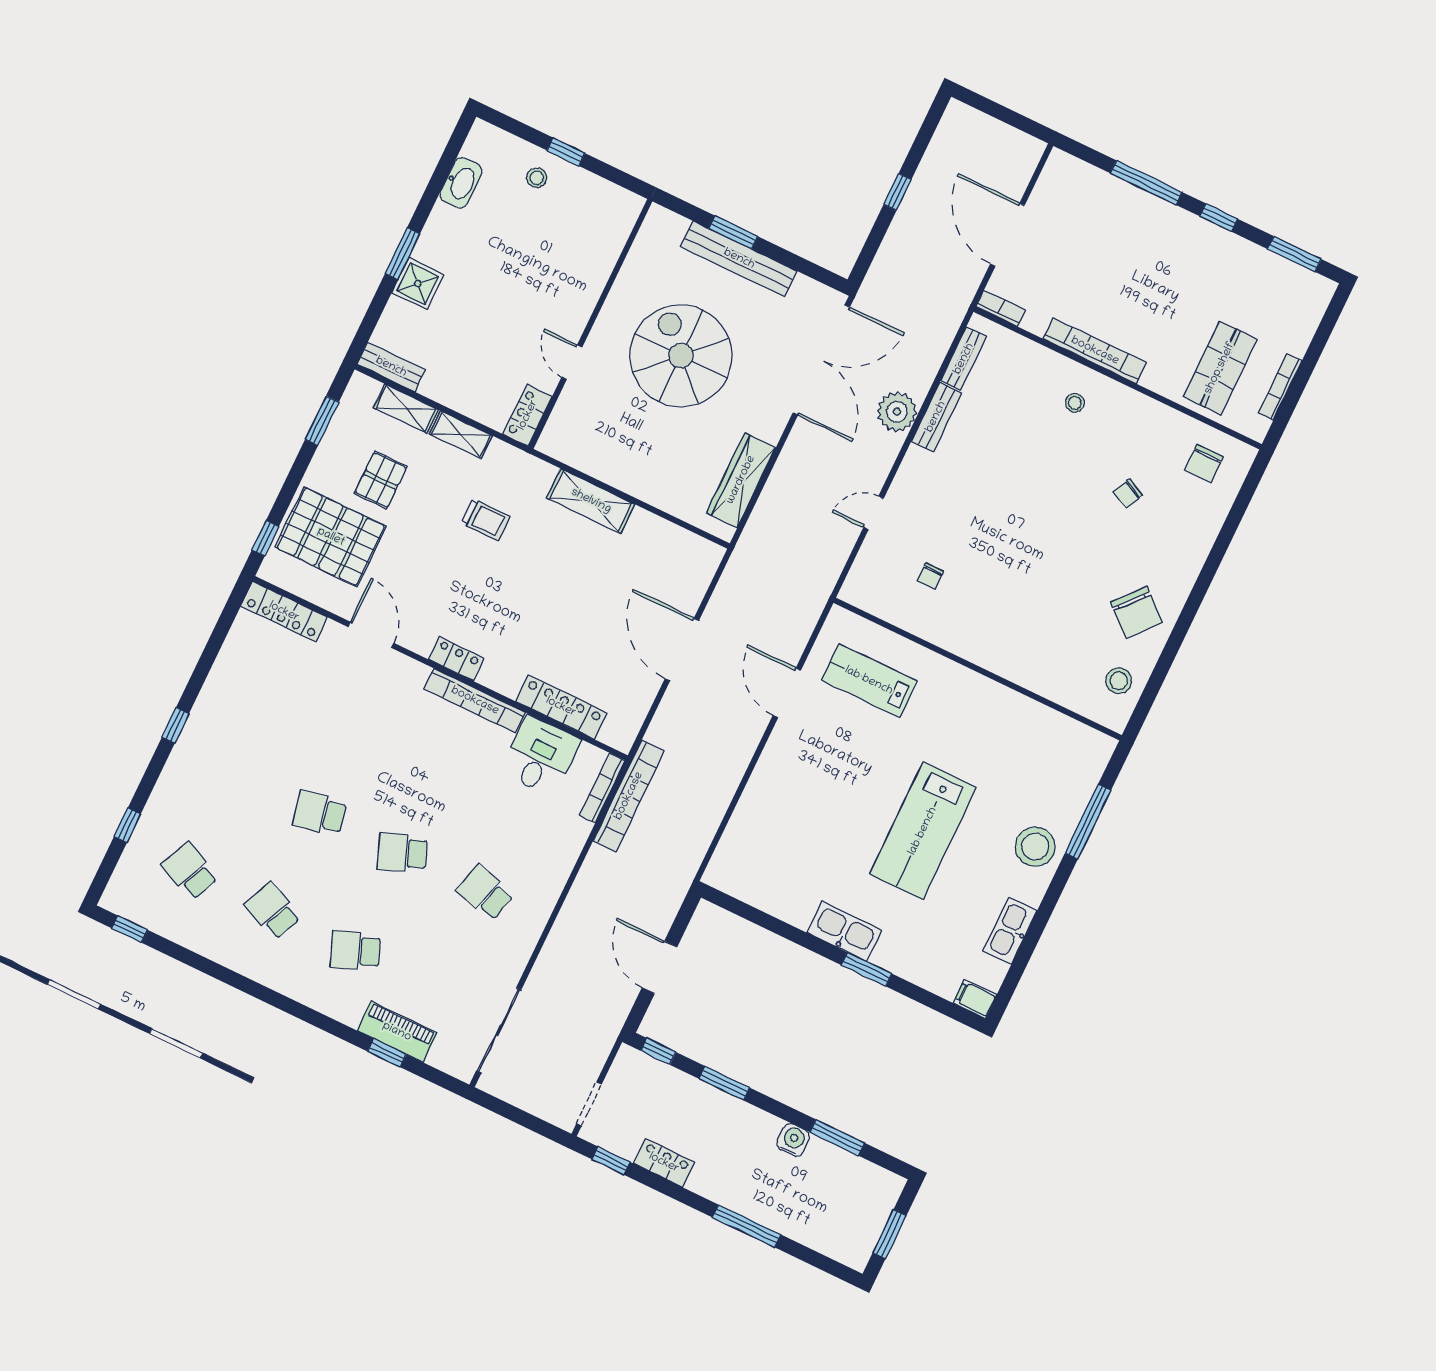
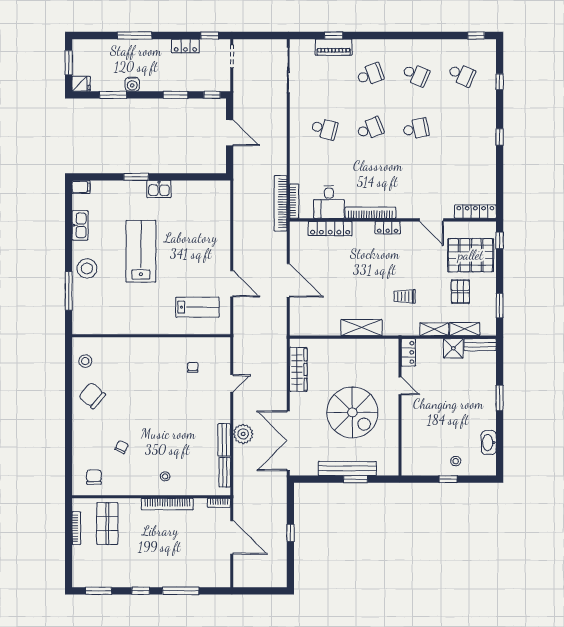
shower: (418, 284) -> (453, 348), moved
kitchen sink: (844, 931) -> (159, 189), width x0.73
fridge: (885, 1185) -> (81, 84), added

